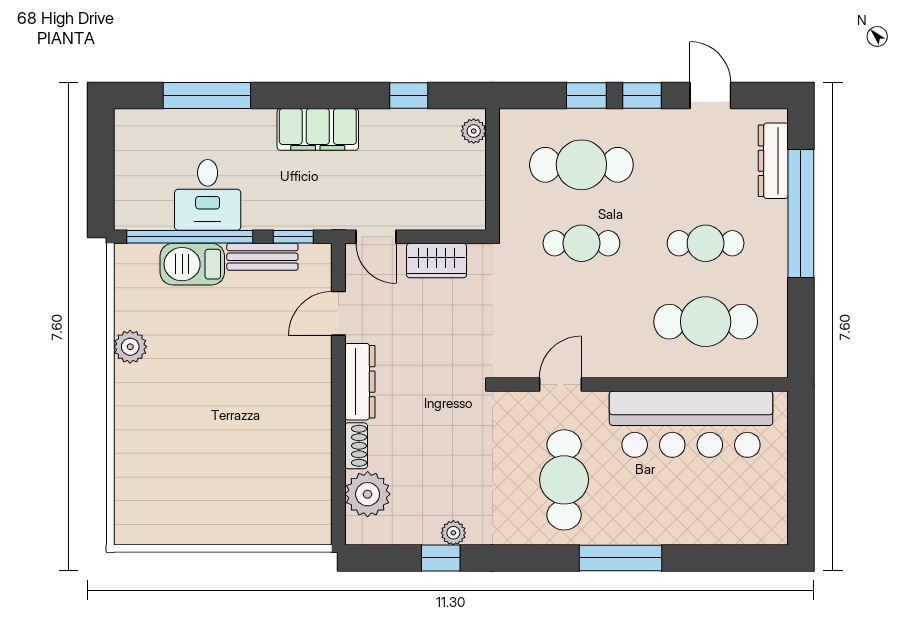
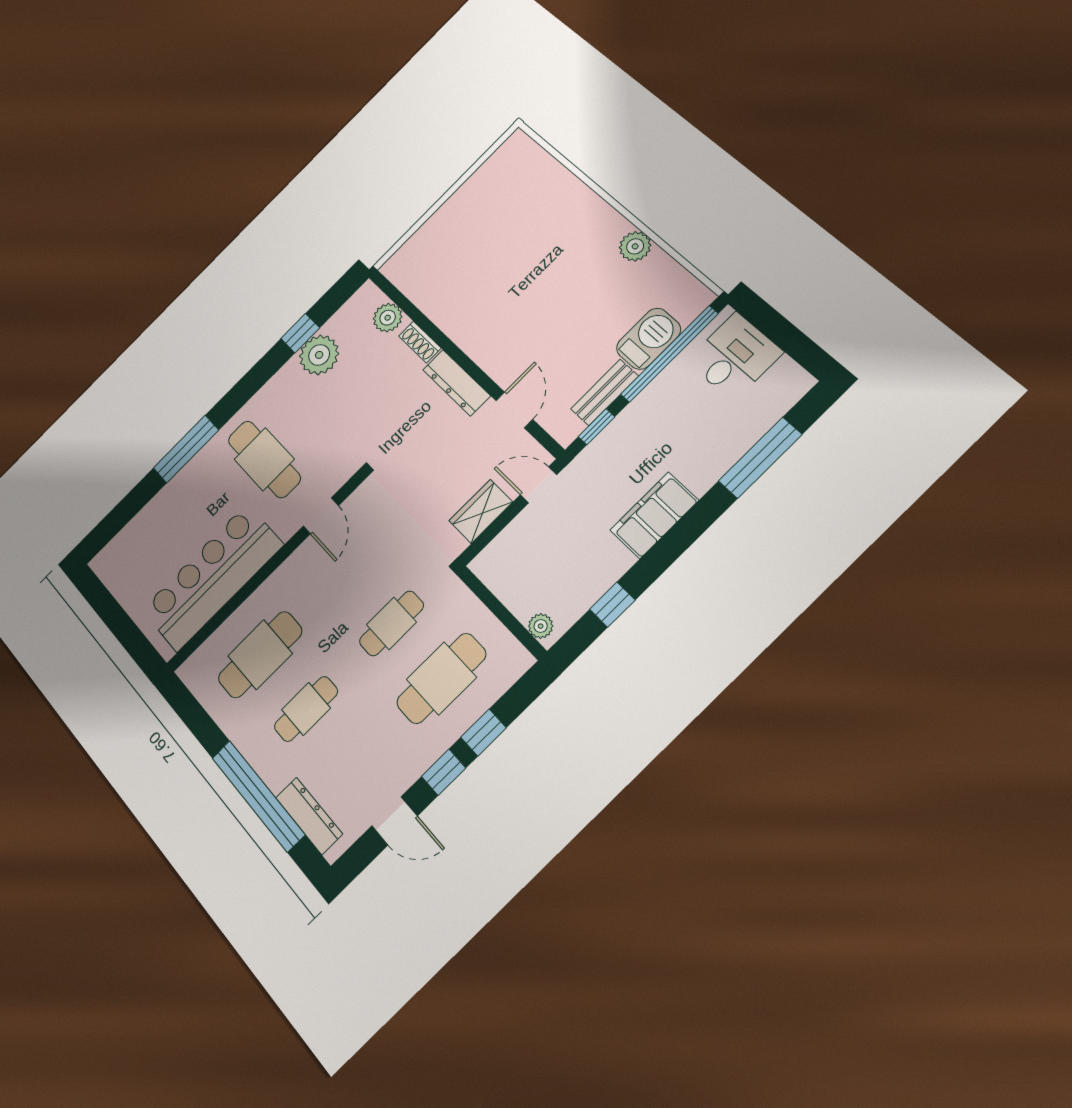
desk: (208, 195) -> (735, 357), moved, turned 90
plant: (368, 494) -> (388, 318), width x0.73, depth x0.73
plant: (453, 533) -> (319, 355), width x1.87, depth x1.87

